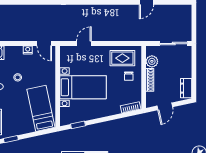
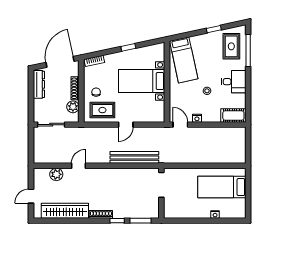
bench: (90, 11) -> (134, 157), added
door: (84, 44) -> (126, 125), moved
dresser: (186, 88) -> (39, 84), width x1.44
door: (165, 106) -> (60, 62), width x1.87
window: (78, 125) -> (128, 47), moved

